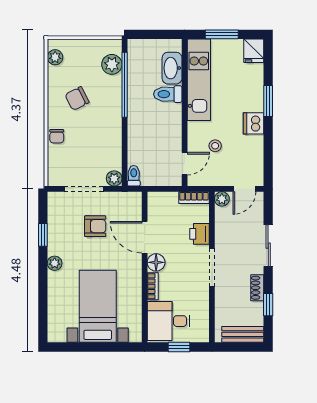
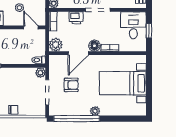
plant: (158, 202) -> (56, 45), added
armchair: (95, 226) -> (71, 85), turned 90
window: (43, 235) -> (77, 119), width x3.17
desk: (169, 321) -> (133, 25), moved, turned 180

